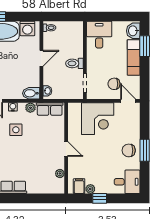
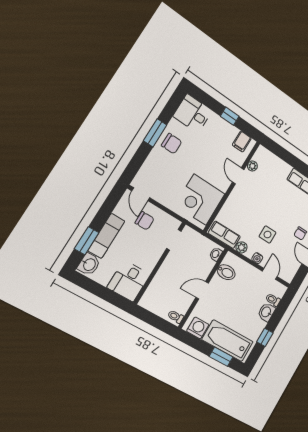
toilet: (74, 63) -> (172, 266), removed
bidet: (31, 93) -> (226, 272), moved
corner desk: (98, 119) -> (200, 200), moved, turned -90
door: (66, 149) -> (238, 176), moved
plant: (90, 189) -> (233, 131), removed

